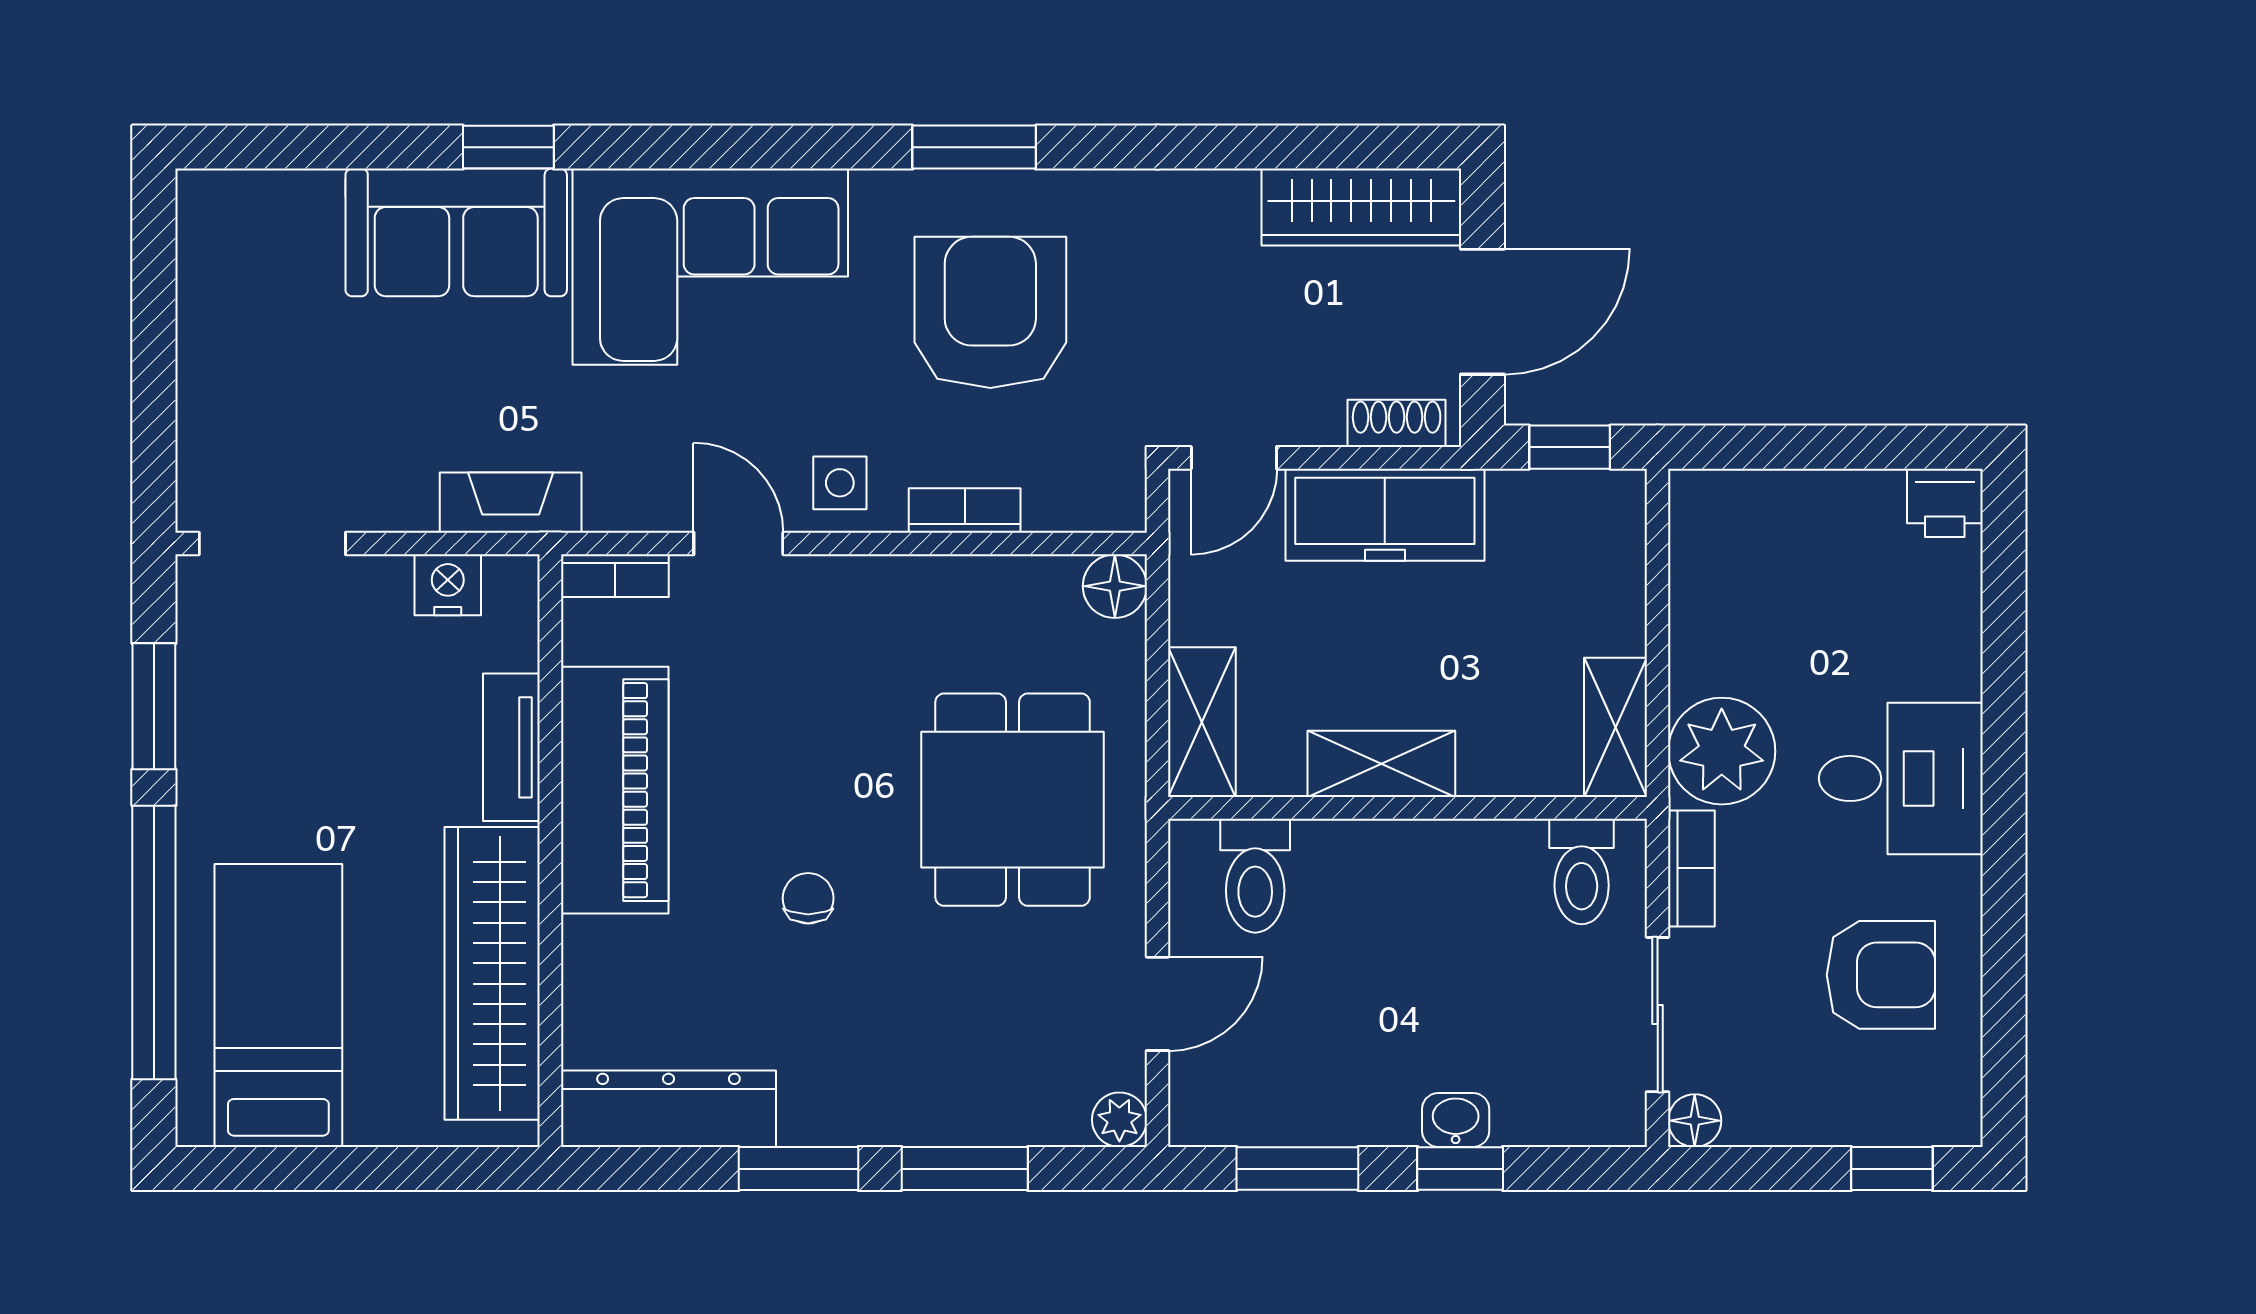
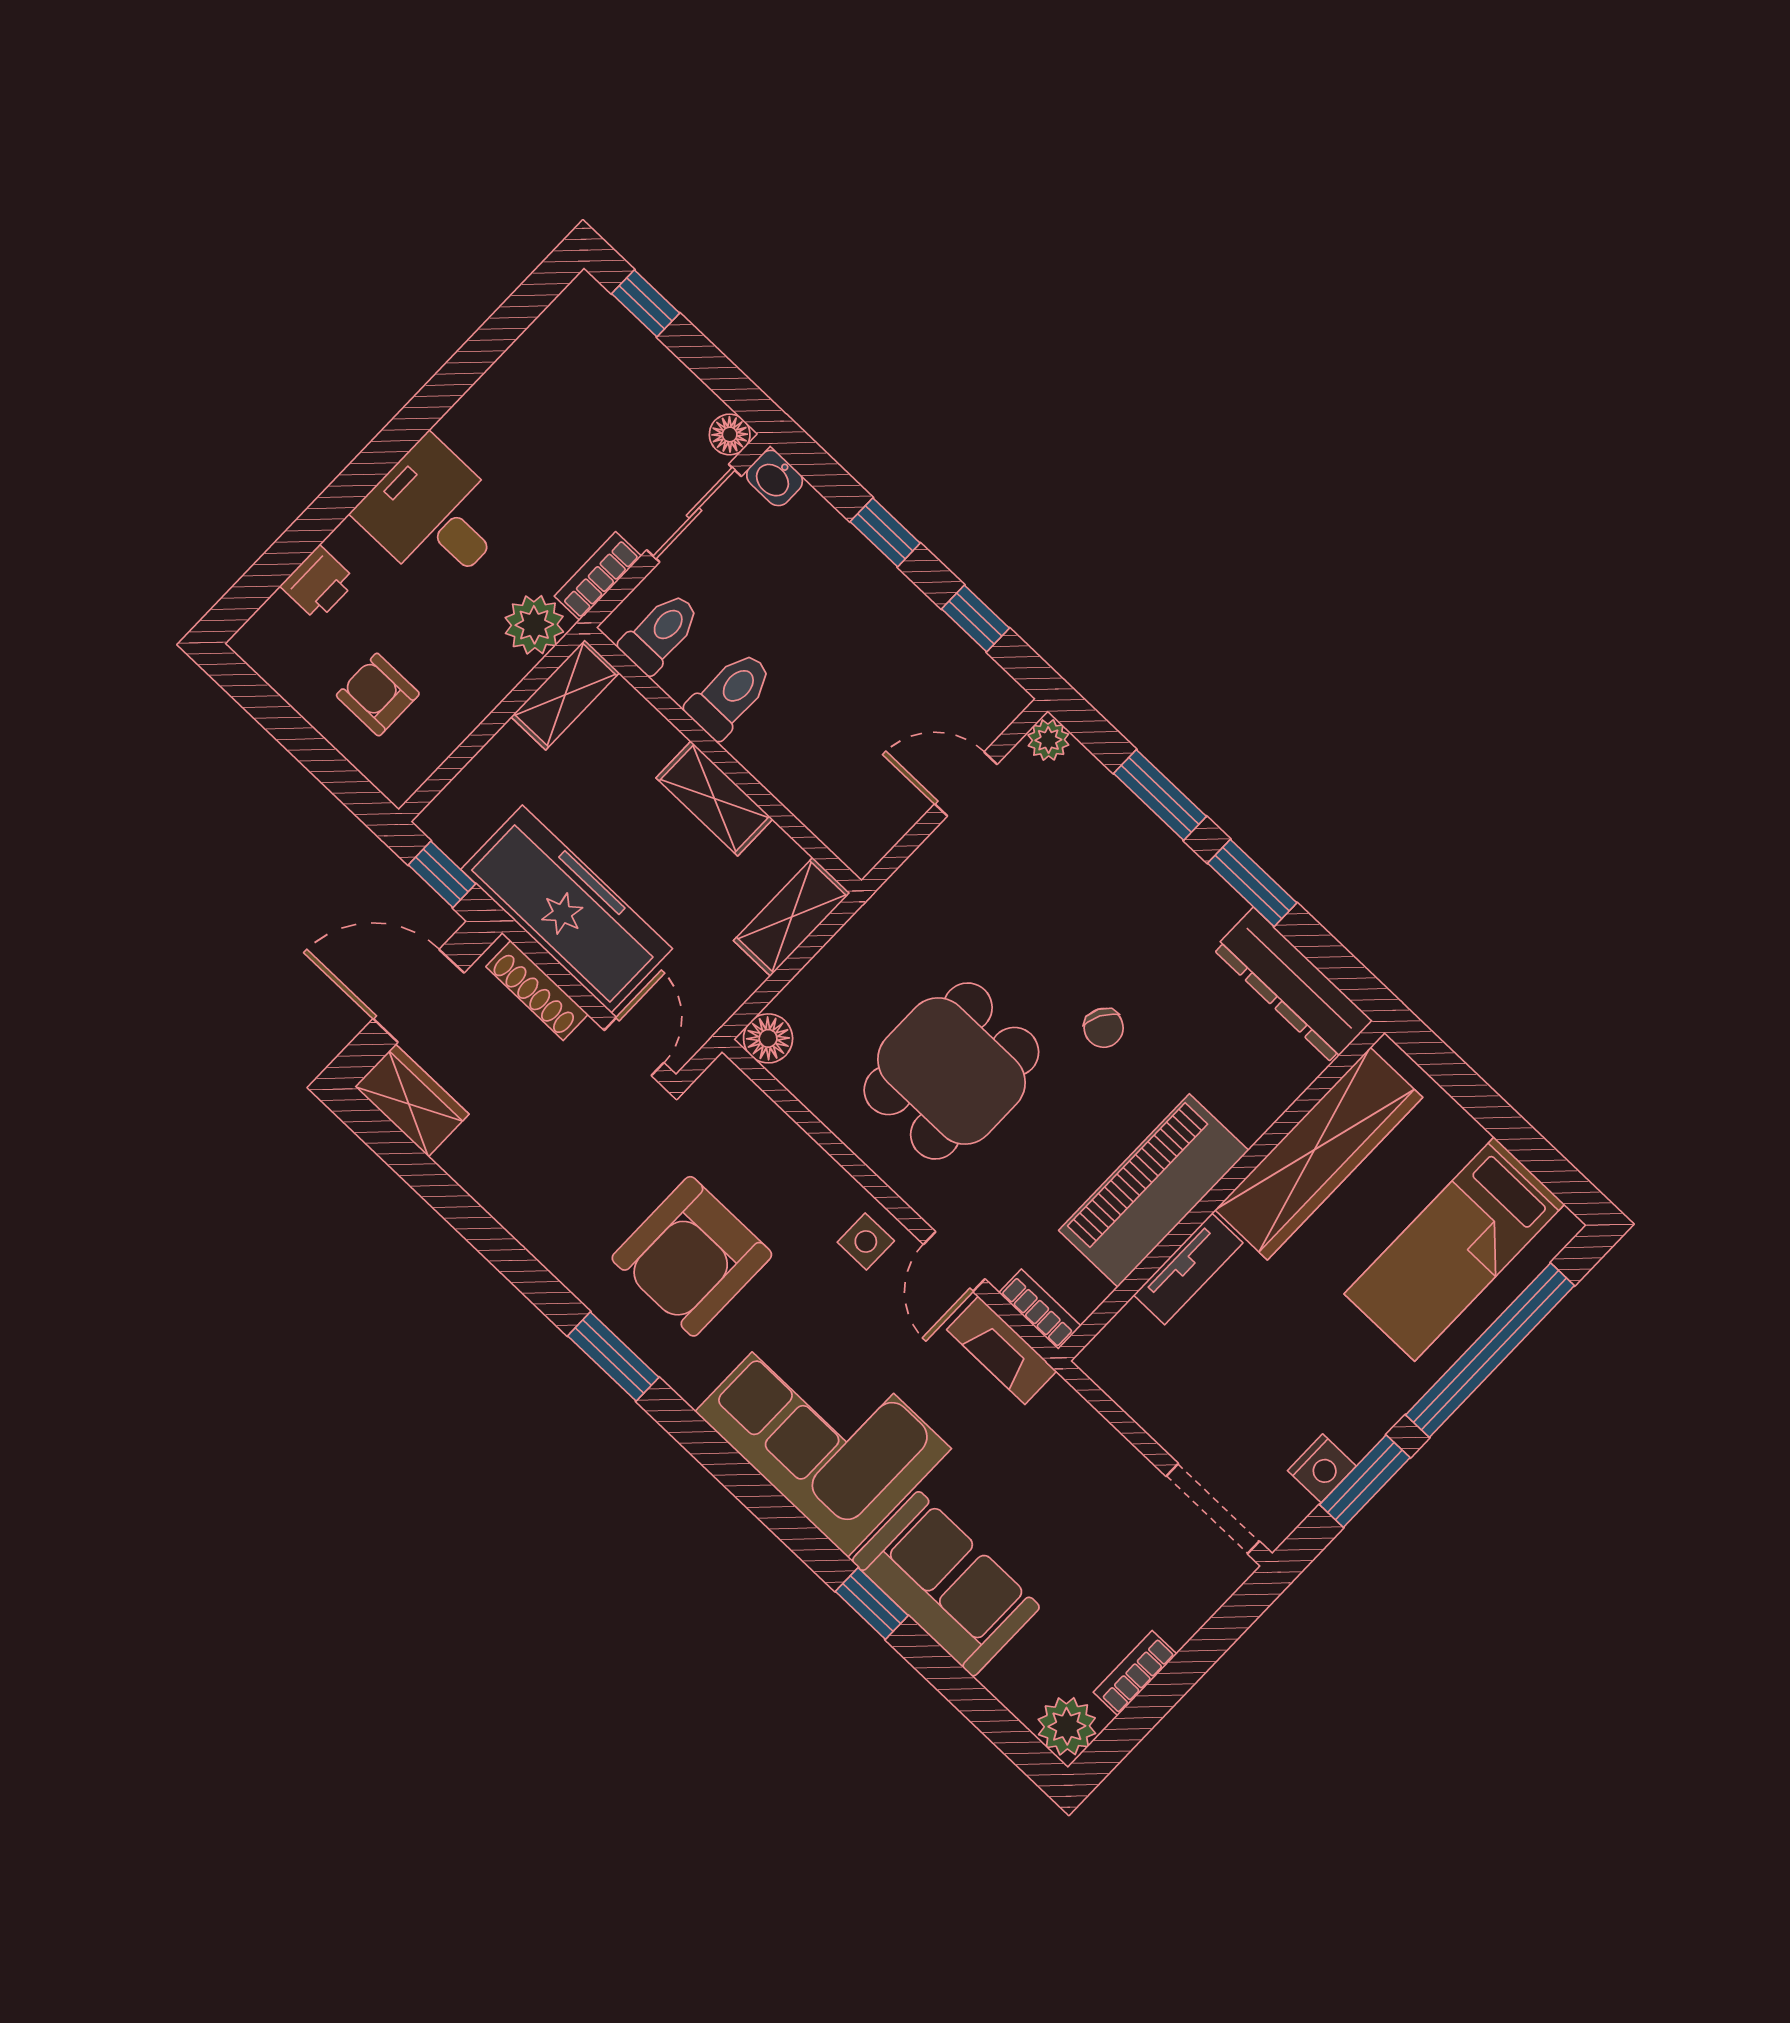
plant: (214, 207) -> (1067, 1726), added
wardrobe: (1361, 207) -> (412, 1100), width x0.67
shoe rack: (1397, 423) -> (537, 990), width x1.43
door: (1234, 458) -> (634, 1046), hinge flipped
fireplace: (511, 503) -> (1002, 1350), moved
printer: (1945, 503) -> (318, 583), moved, turned 90
bookcase: (965, 510) -> (1135, 1673), moved, turned 90
freezer: (1385, 515) -> (567, 909), width x1.36, depth x1.26
nightstand: (448, 585) -> (1322, 1468), moved, turned -90
plant: (1722, 751) -> (534, 625), width x0.73, depth x0.73
dining table: (1013, 800) -> (951, 1071), moved
toilet: (1255, 876) -> (730, 695), moved
chair: (808, 898) -> (1104, 1028), turned -61
armchair: (1881, 975) -> (378, 695), moved, width x0.72, depth x0.72
washbasin: (1456, 1120) -> (775, 478), moved
window: (1297, 1169) -> (976, 619), width x0.67

